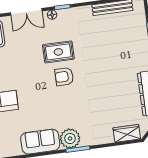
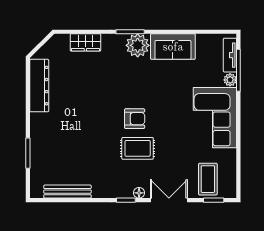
wardrobe: (127, 133) -> (85, 42), moved

